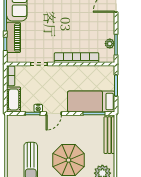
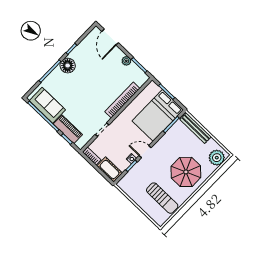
plant: (110, 44) -> (126, 61), moved
bed: (91, 102) -> (158, 115), width x1.50
door: (54, 113) -> (145, 152), swing flipped

